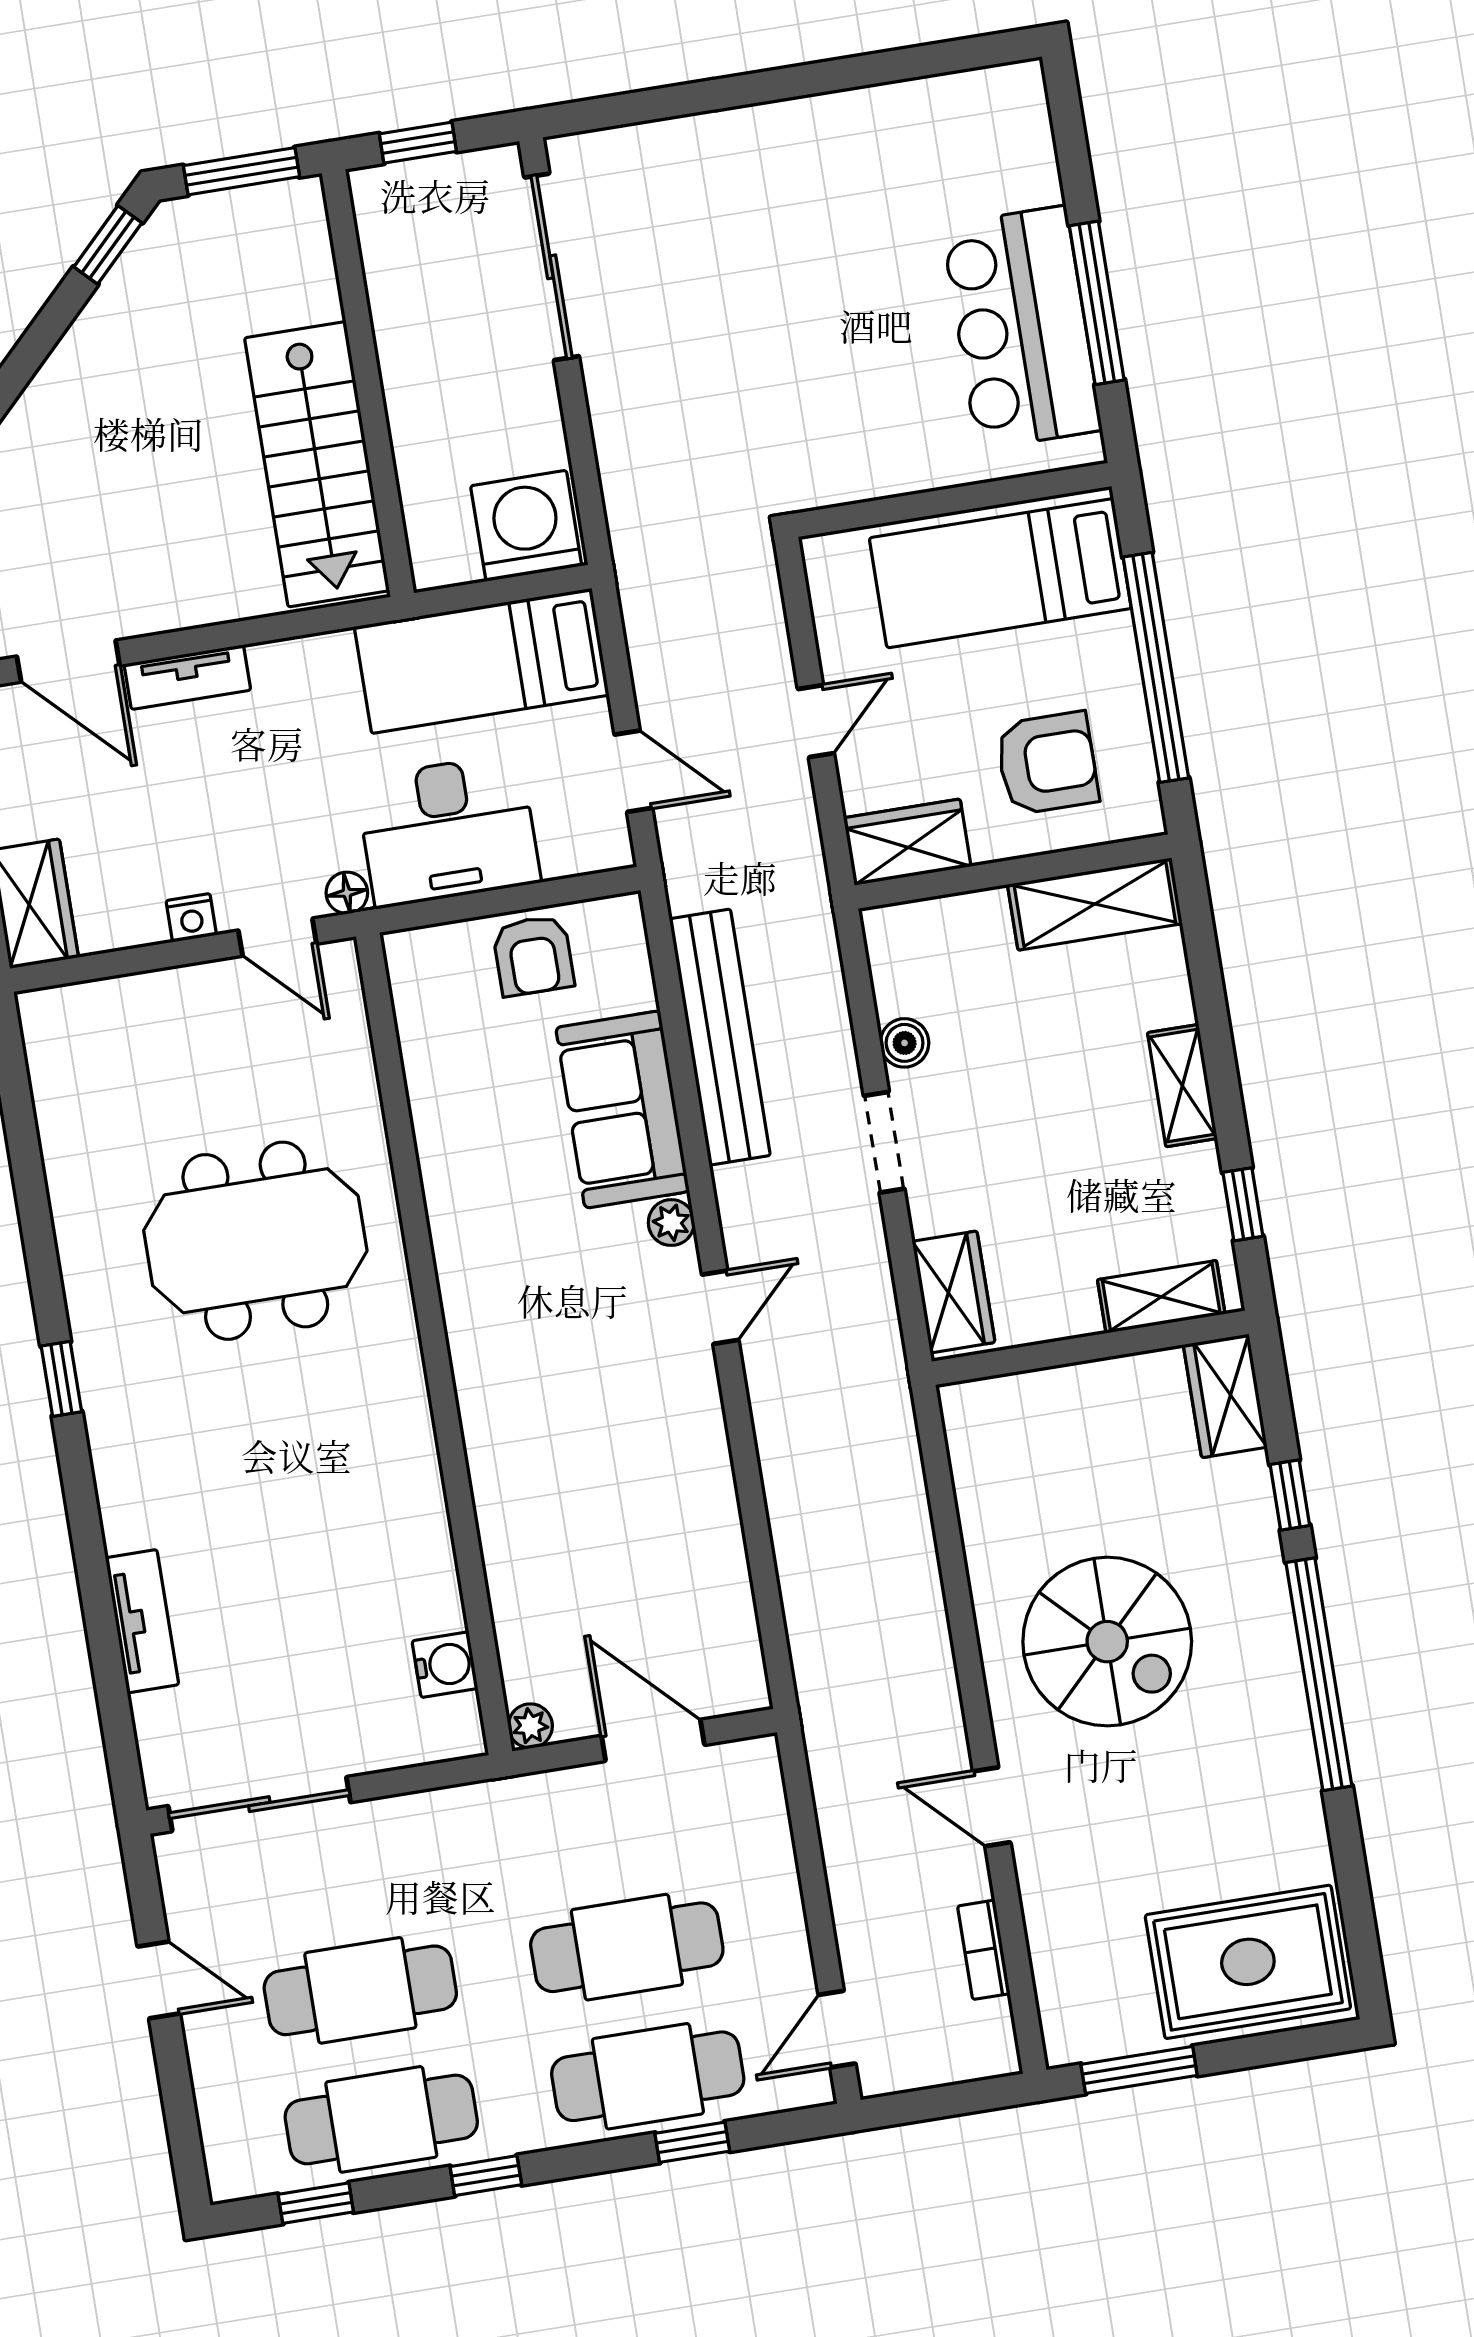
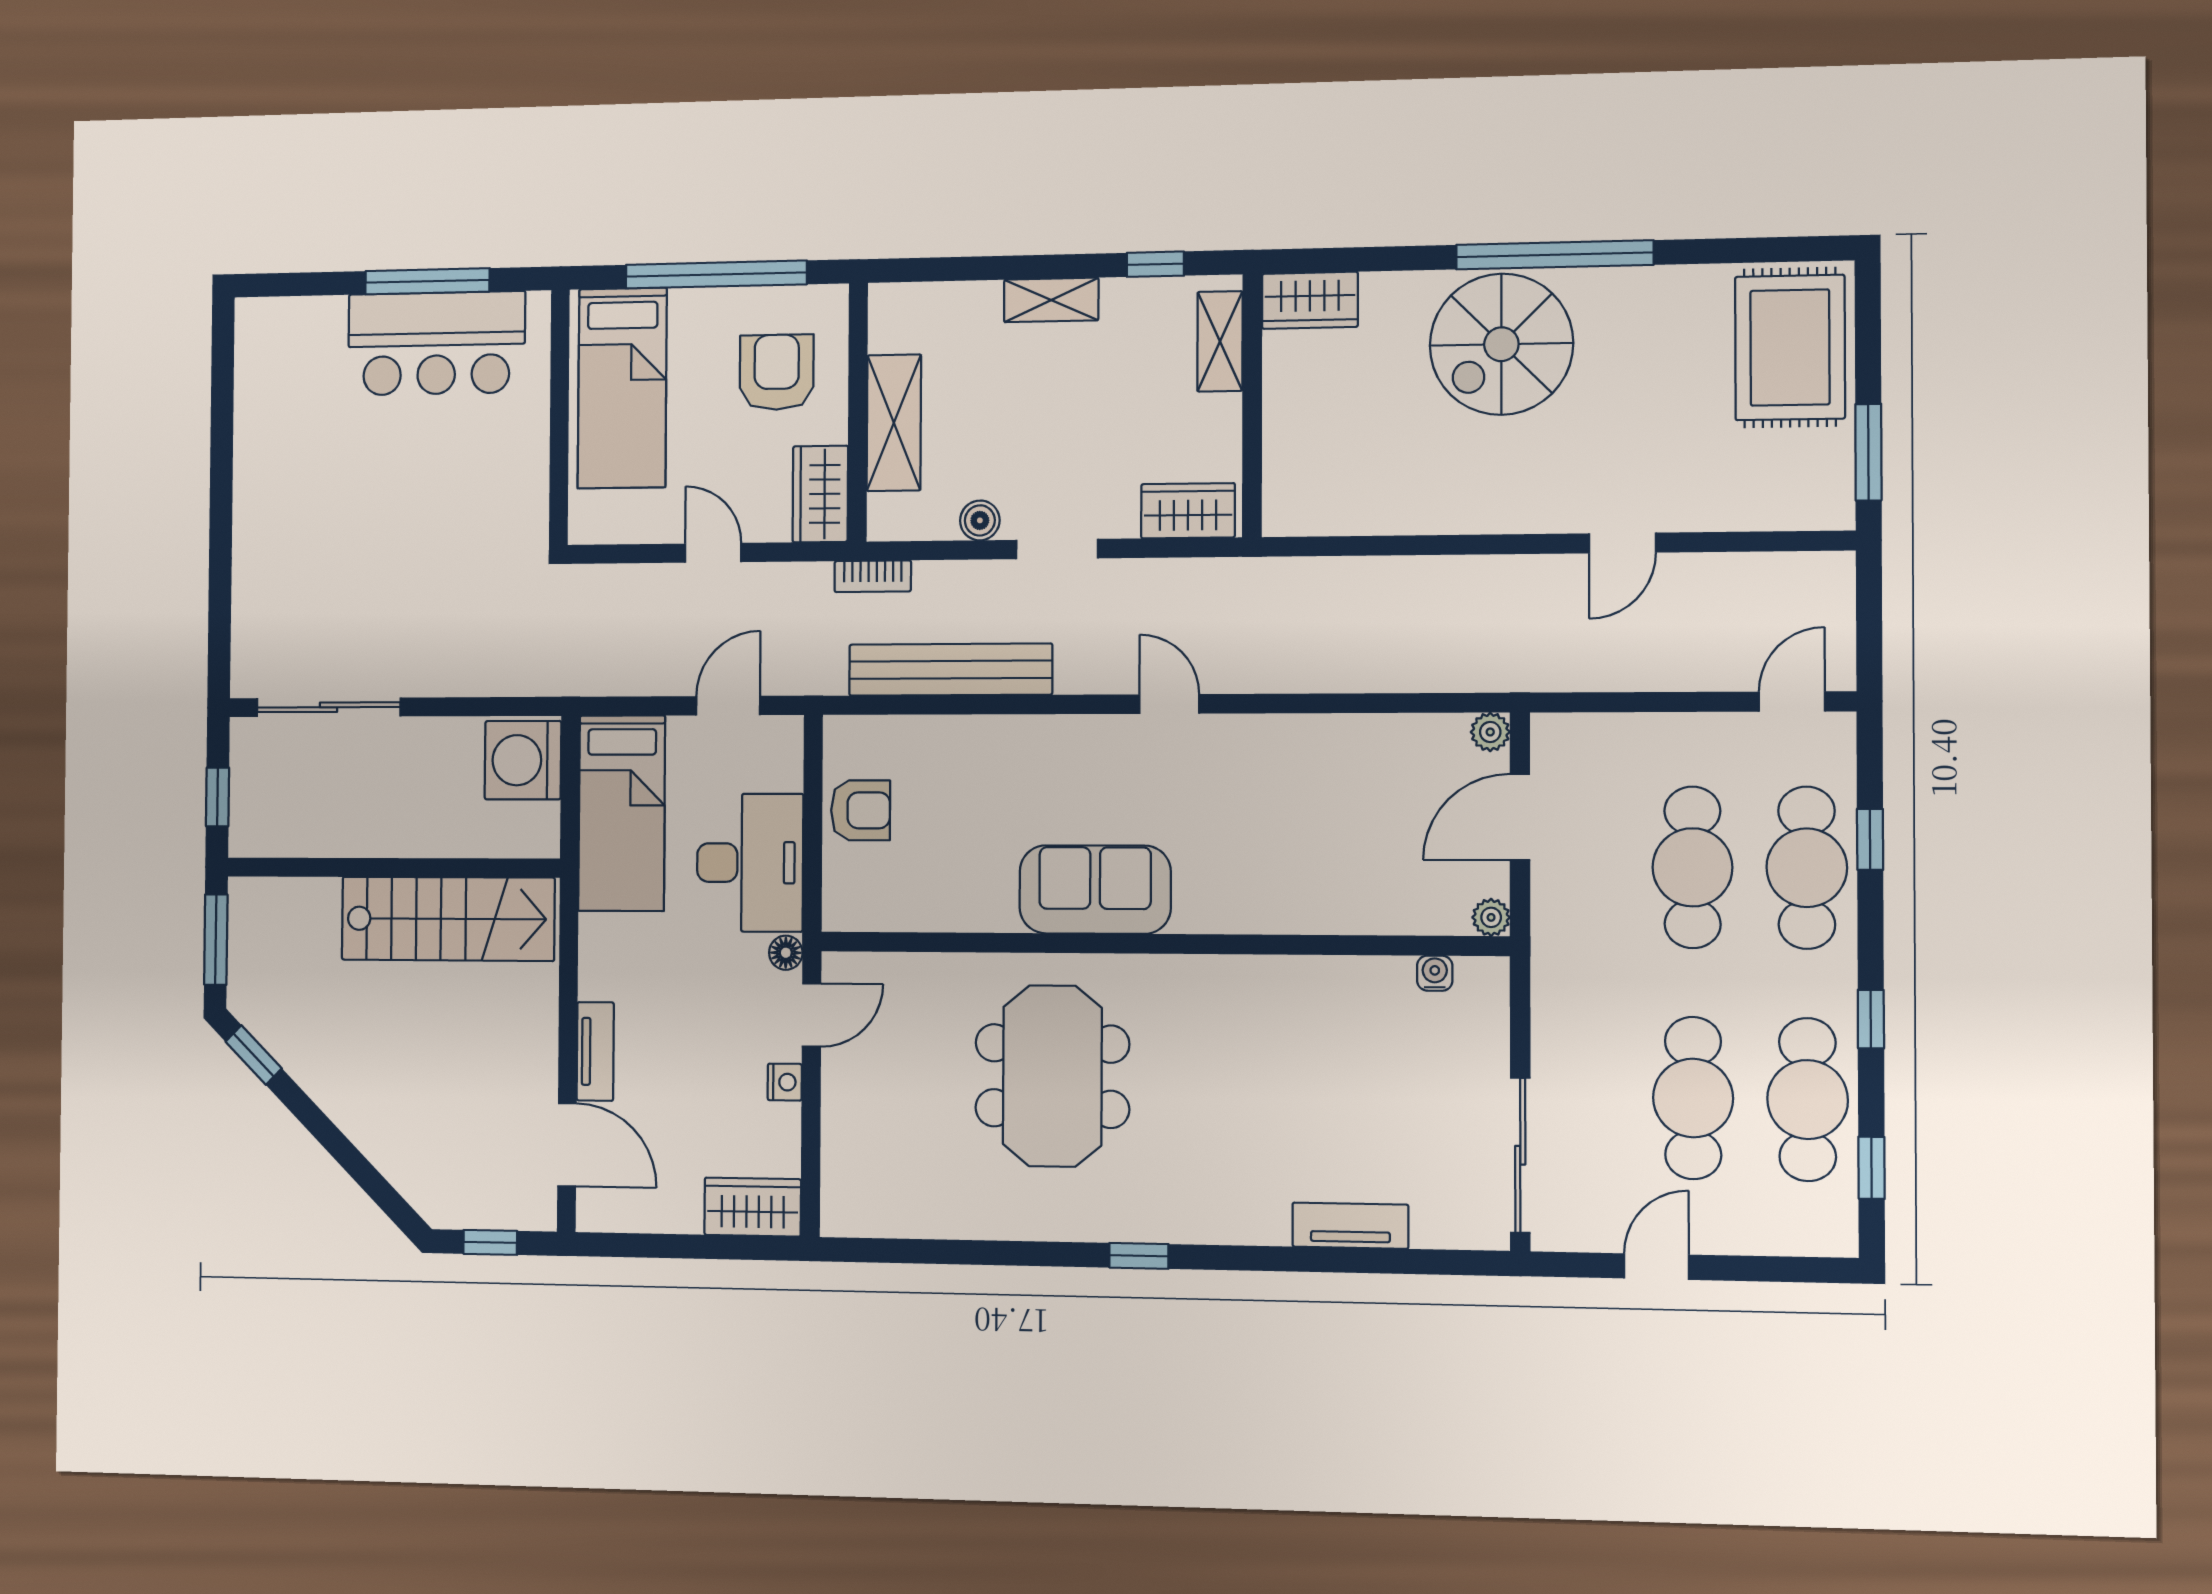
door: (68, 661) -> (567, 1145), hinge flipped
shelving: (1095, 904) -> (894, 423), moved
sofa: (623, 1109) -> (1095, 890), moved, turned 180
plant: (671, 1223) -> (1490, 732), moved
window: (1290, 1495) -> (1401, 258), removed
spiral stairs: (1107, 1642) -> (1501, 344), moved, turned 180
water cooler: (445, 1665) -> (1435, 973), width x0.72, depth x0.72
bookcase: (984, 1950) -> (873, 576), moved
door: (837, 2029) -> (1792, 702), swing flipped

